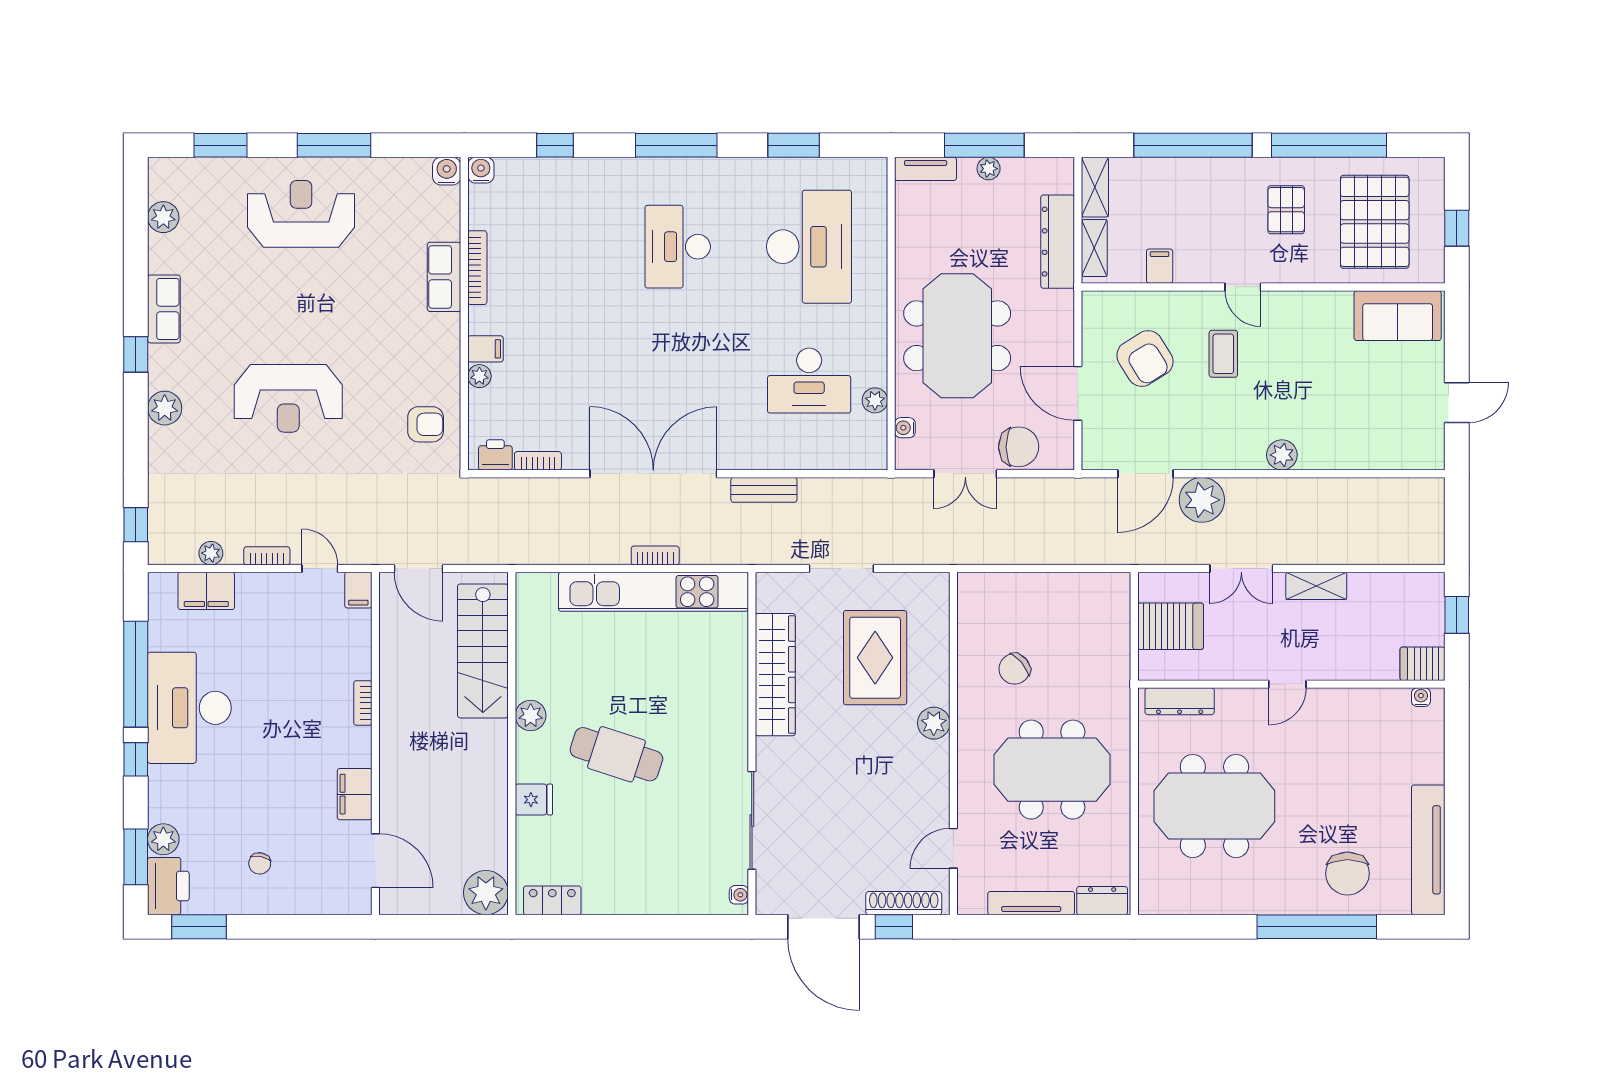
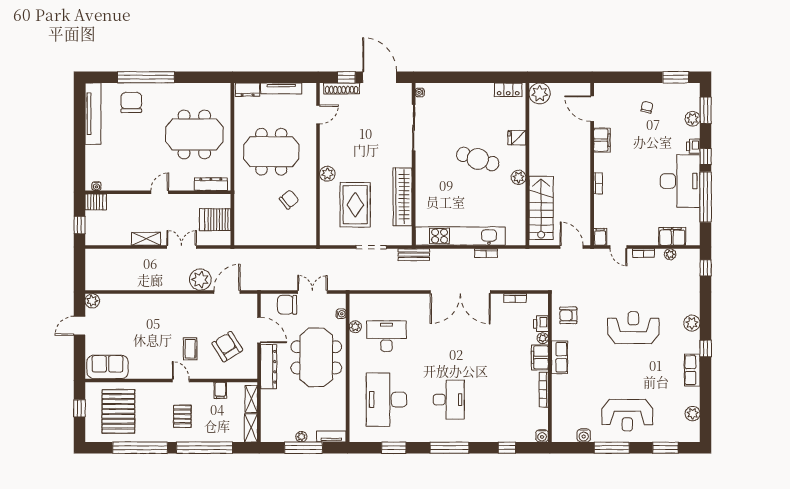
water cooler: (447, 171) -> (584, 435), moved
pallet: (1286, 210) -> (182, 416), moved
dresser: (1058, 242) -> (269, 367), moved
row of seats: (444, 277) -> (559, 357), moved
filing cabinet: (485, 349) -> (540, 357), width x2.00
printer: (495, 455) -> (541, 324), moved, turned 90
plant: (1282, 455) -> (92, 301), moved
bench: (764, 490) -> (414, 255), moved
bookcase: (655, 555) -> (486, 253), moved
printer: (168, 886) -> (693, 146), moved, width x0.53, depth x0.68

